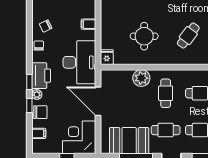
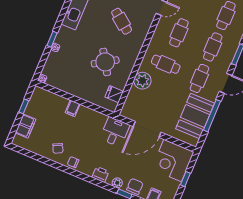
round table: (144, 36) -> (105, 62), turned -32
fridge: (107, 57) -> (114, 94), moved
desk: (79, 62) -> (115, 132), width x0.53, depth x0.77
printer: (41, 76) -> (100, 174), width x0.53, depth x0.68
window: (29, 82) -> (103, 185), removed

